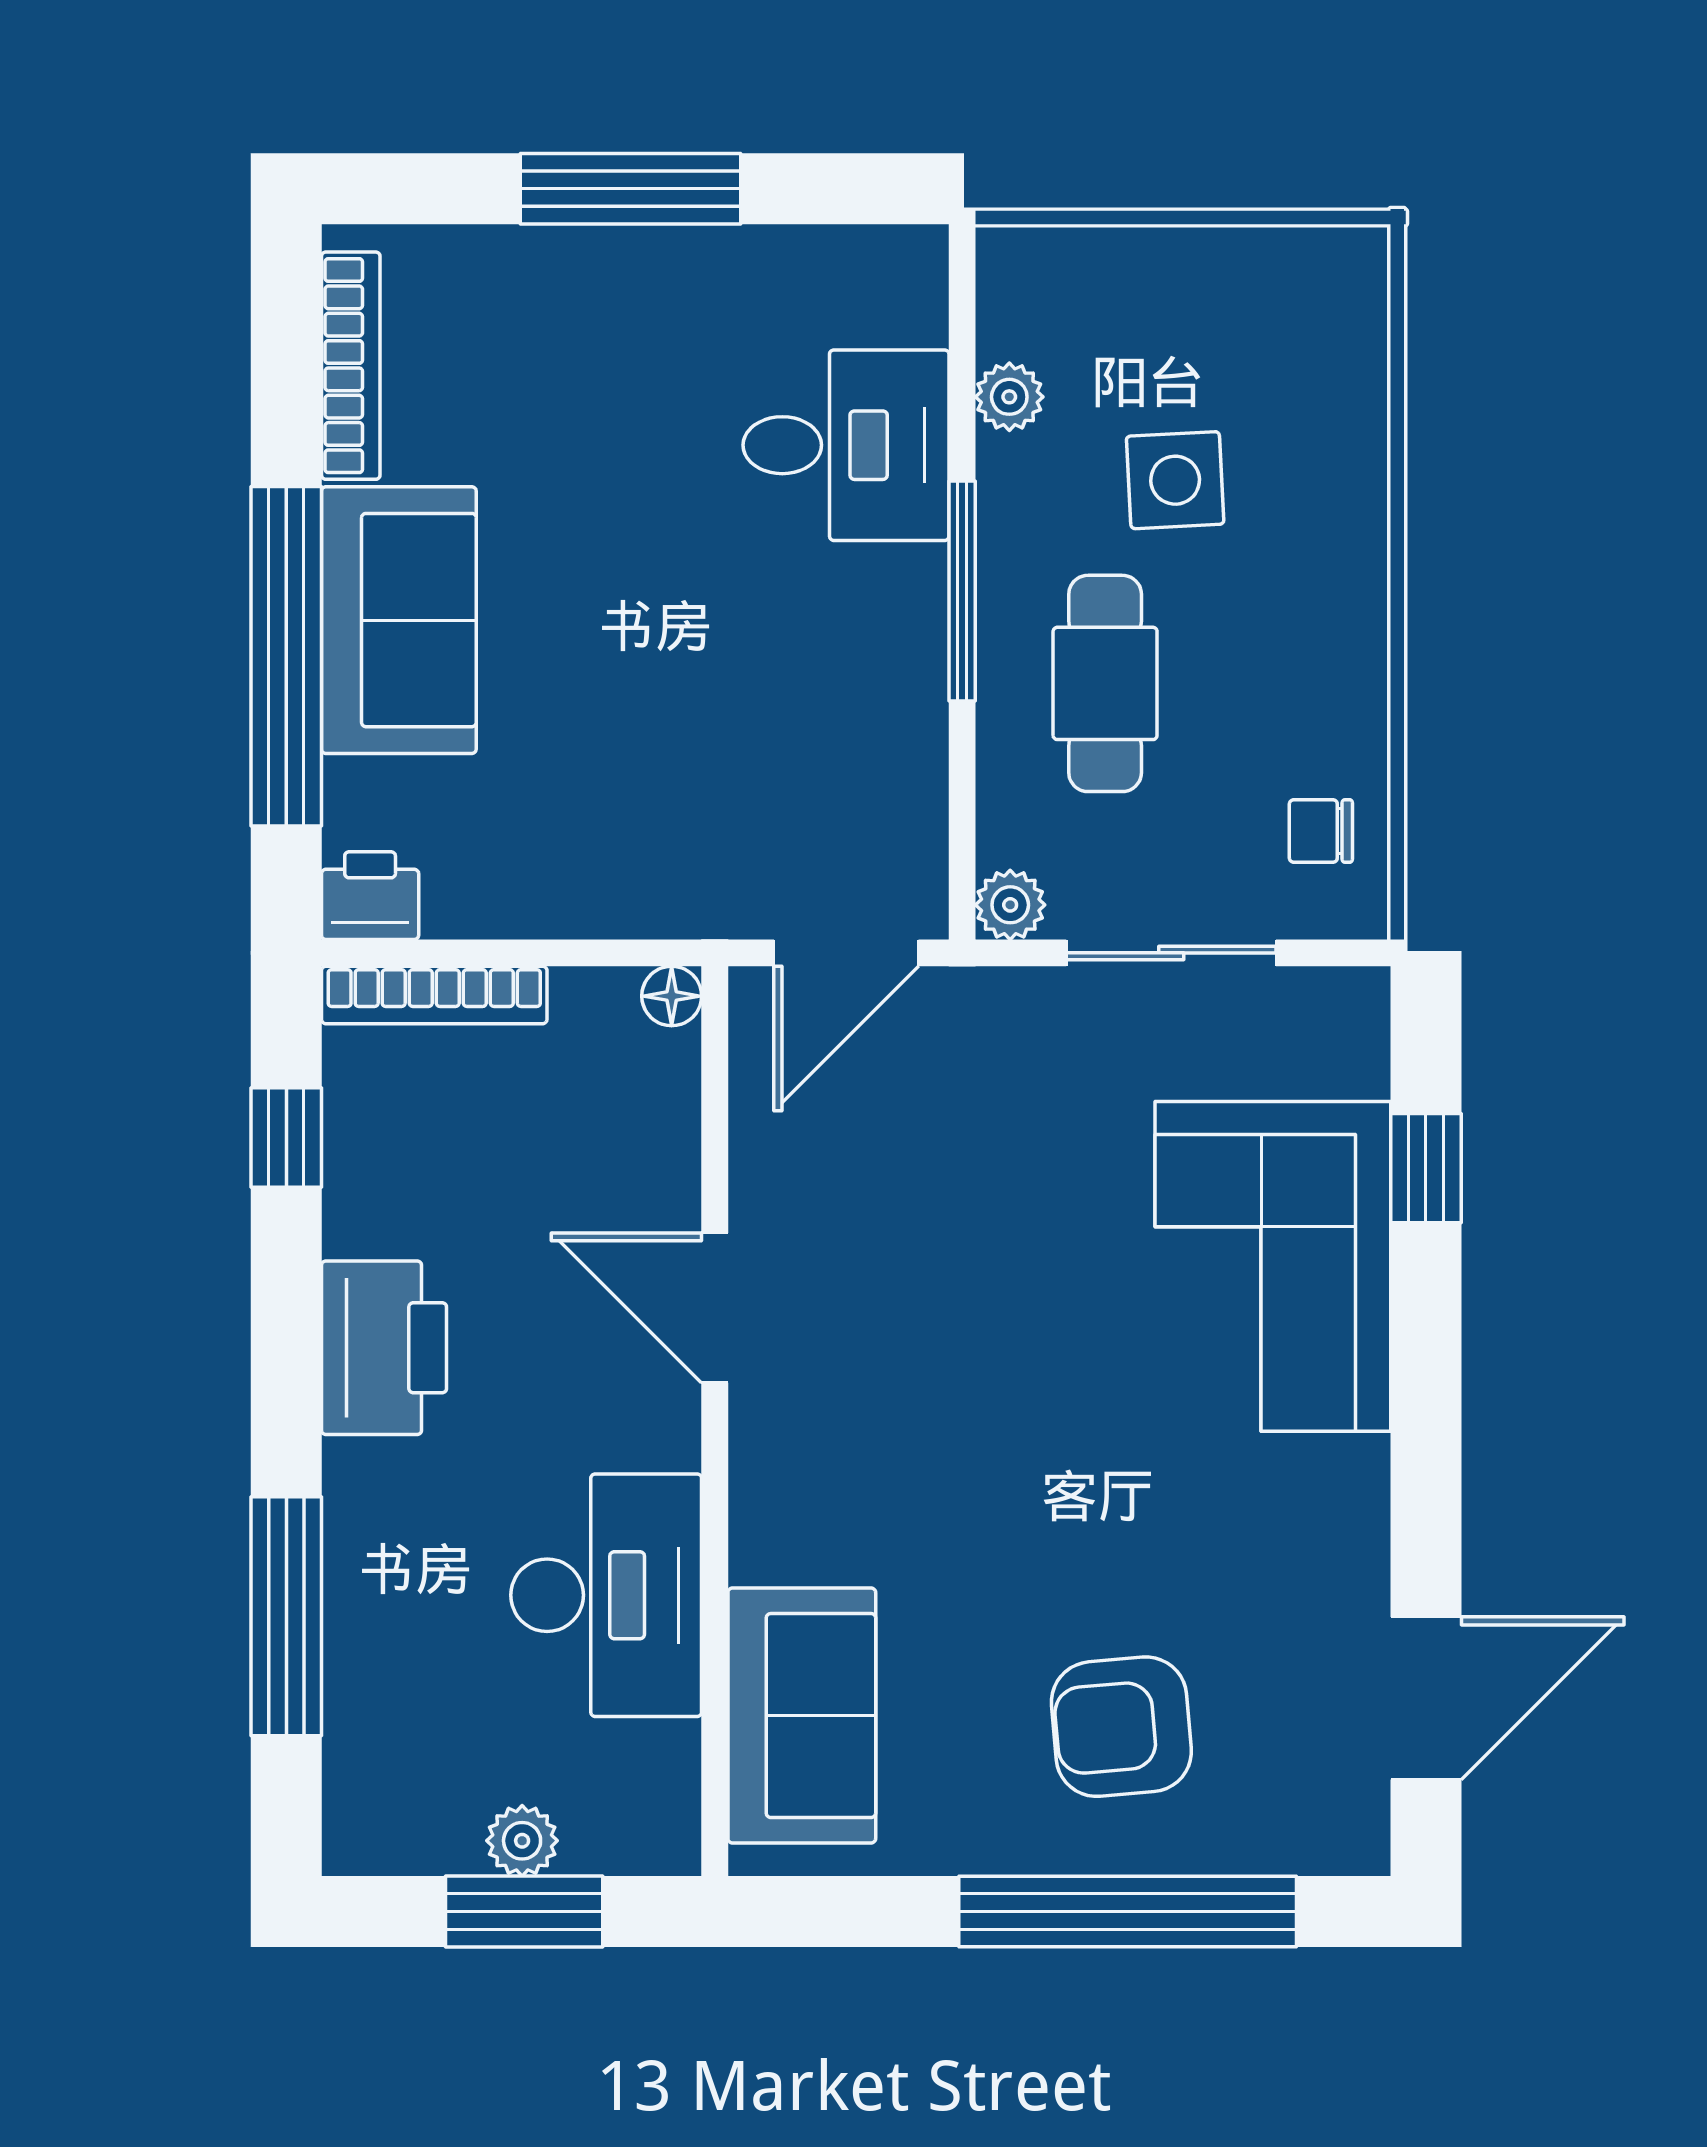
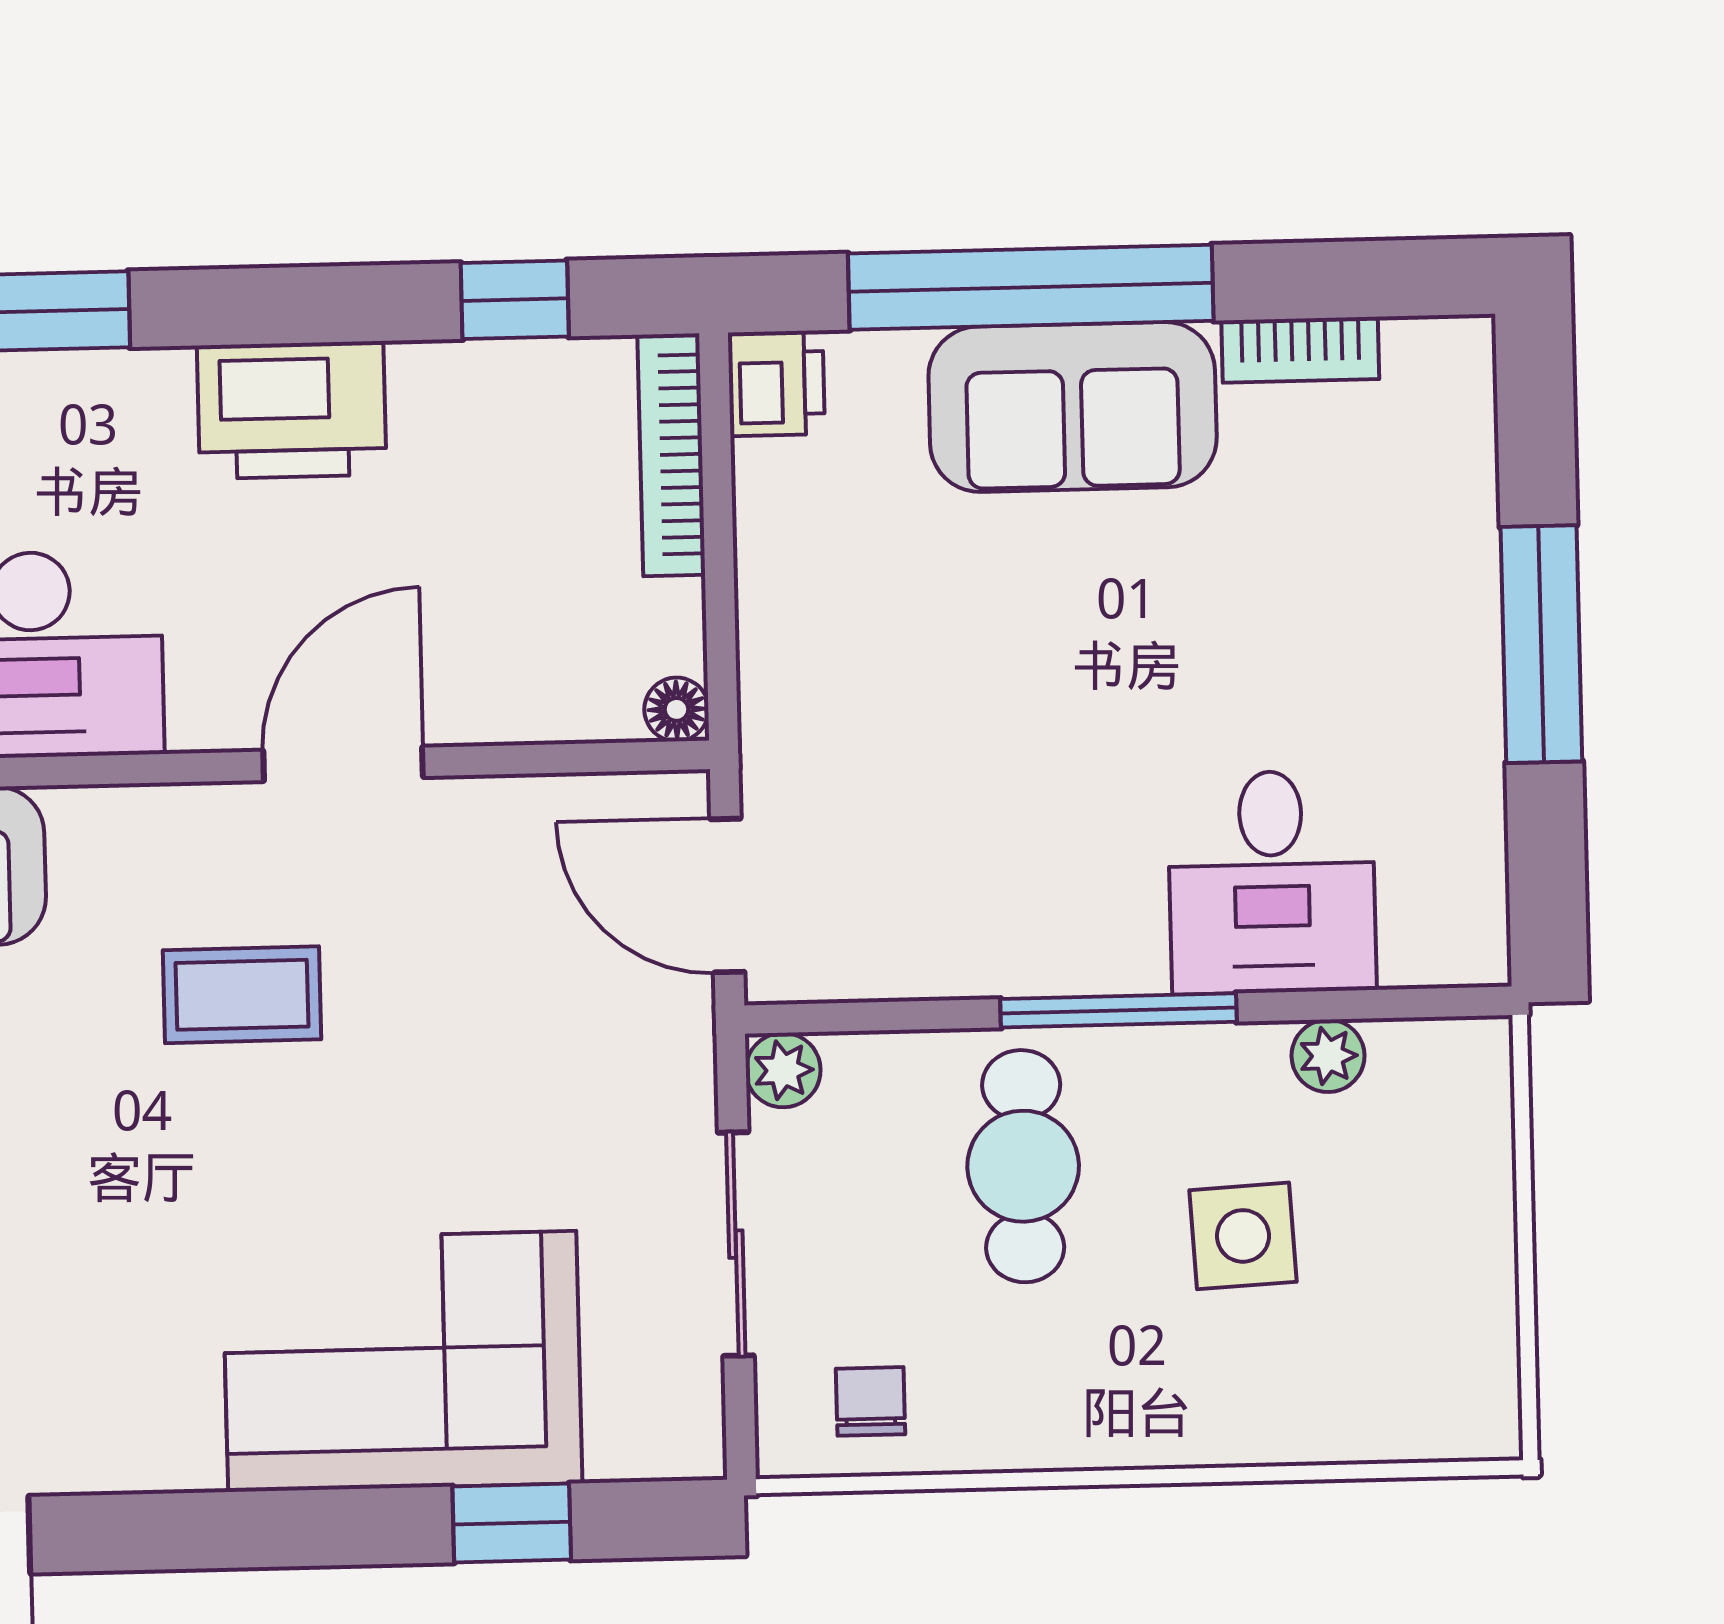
bookcase: (351, 366) -> (1300, 350), width x0.64
cafe table: (1105, 683) -> (1023, 1166), turned 90
coffee table: (928, 1407) -> (242, 995), added

